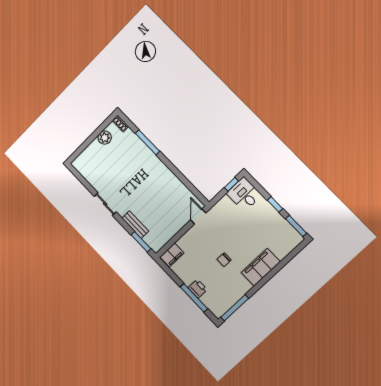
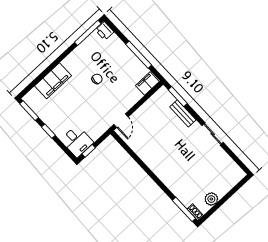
window: (148, 142) -> (184, 209), moved
filing cabinet: (261, 267) -> (53, 81), moved
printer: (198, 289) -> (104, 31), moved
window: (194, 298) -> (139, 55), moved

